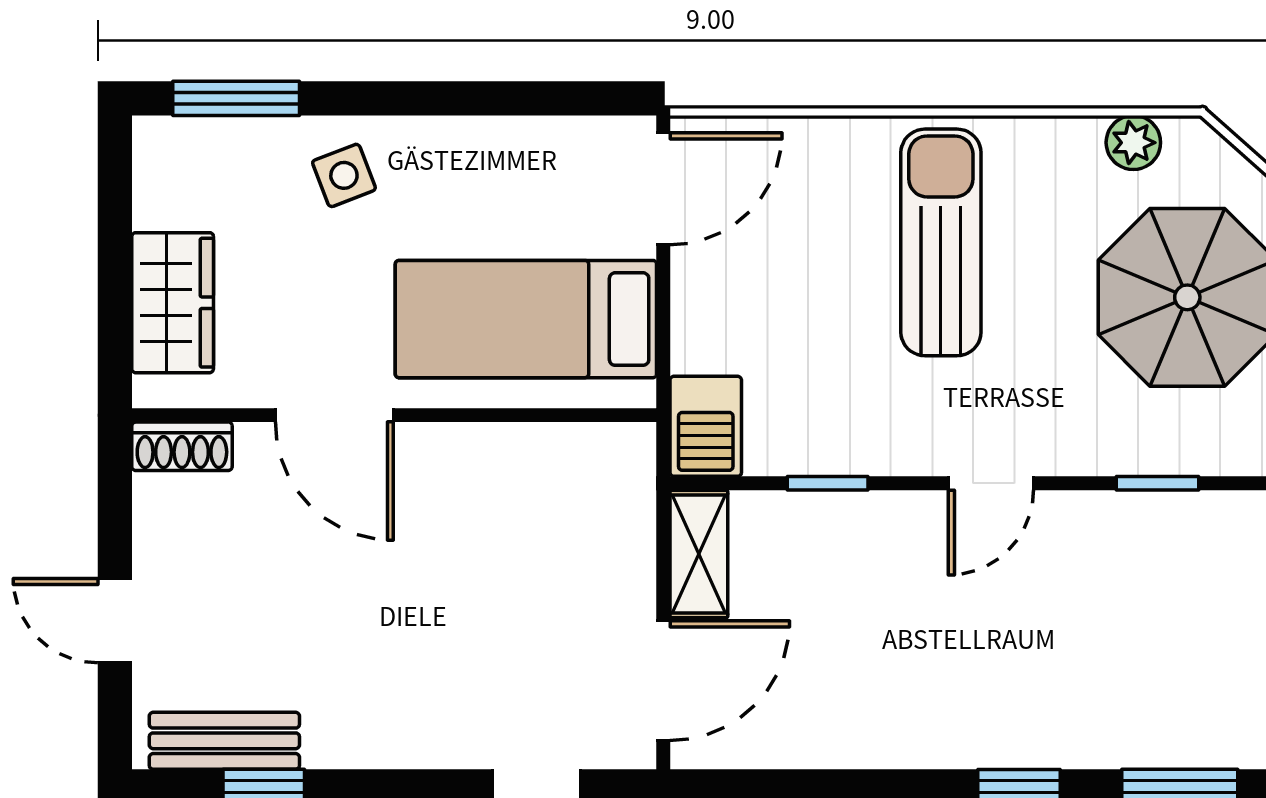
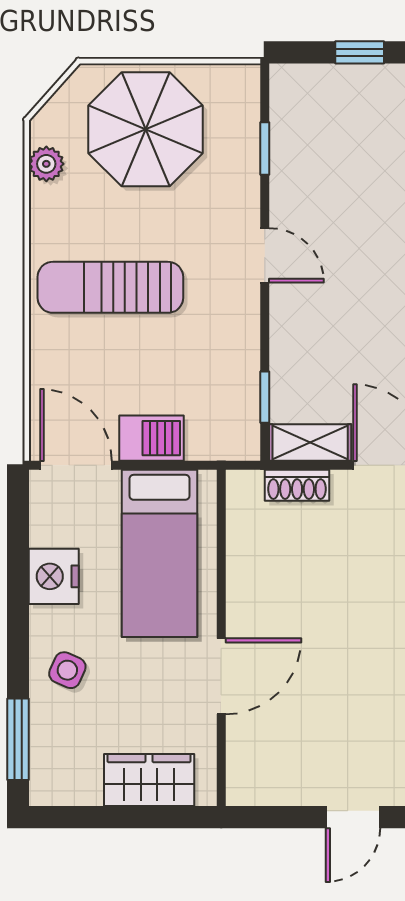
nightstand: (490, 154) -> (54, 576), added
side table: (344, 175) -> (67, 670), turned 45
barbecue: (706, 426) -> (152, 438), moved
shoe rack: (182, 446) -> (297, 485), moved, turned 90
window: (828, 483) -> (265, 397), moved

